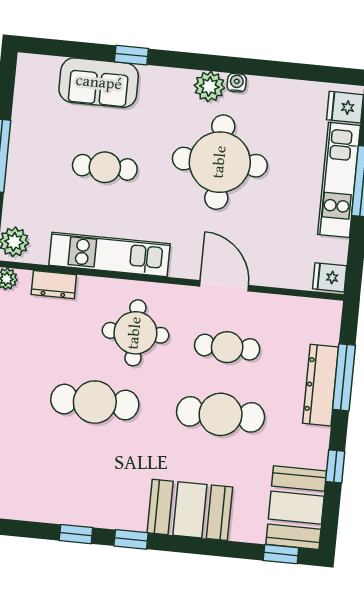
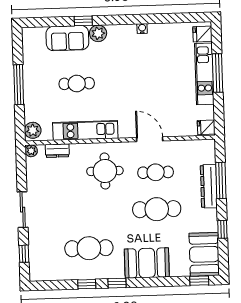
plant: (209, 87) -> (98, 33), moved
round table: (220, 162) -> (139, 73), removed
cafe table: (95, 402) -> (89, 248), moved

